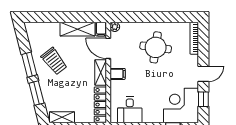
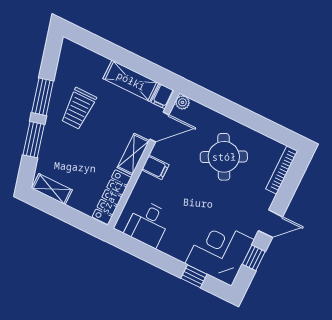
round table: (156, 47) -> (224, 157), turned -35
door: (108, 48) -> (159, 127), swing flipped
trolley: (54, 61) -> (78, 108), turned 38

